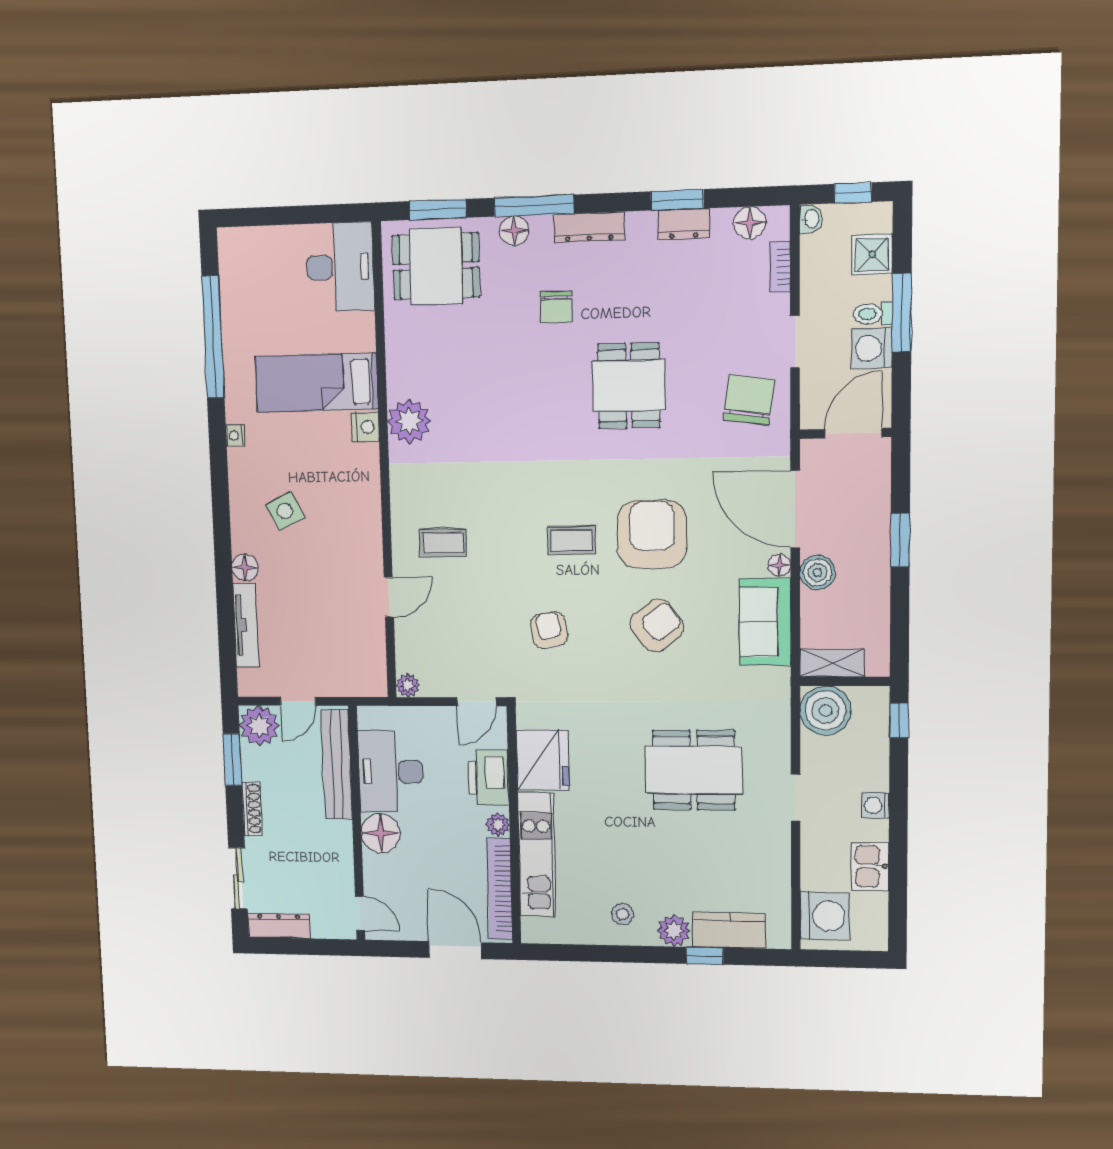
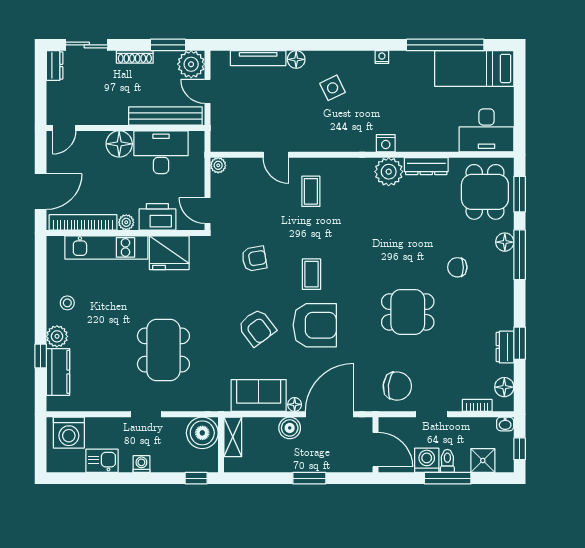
dresser: (589, 227) -> (426, 166), moved, turned -90
bed: (317, 383) -> (474, 68), moved, turned -90
dresser: (279, 926) -> (55, 65), width x0.70

